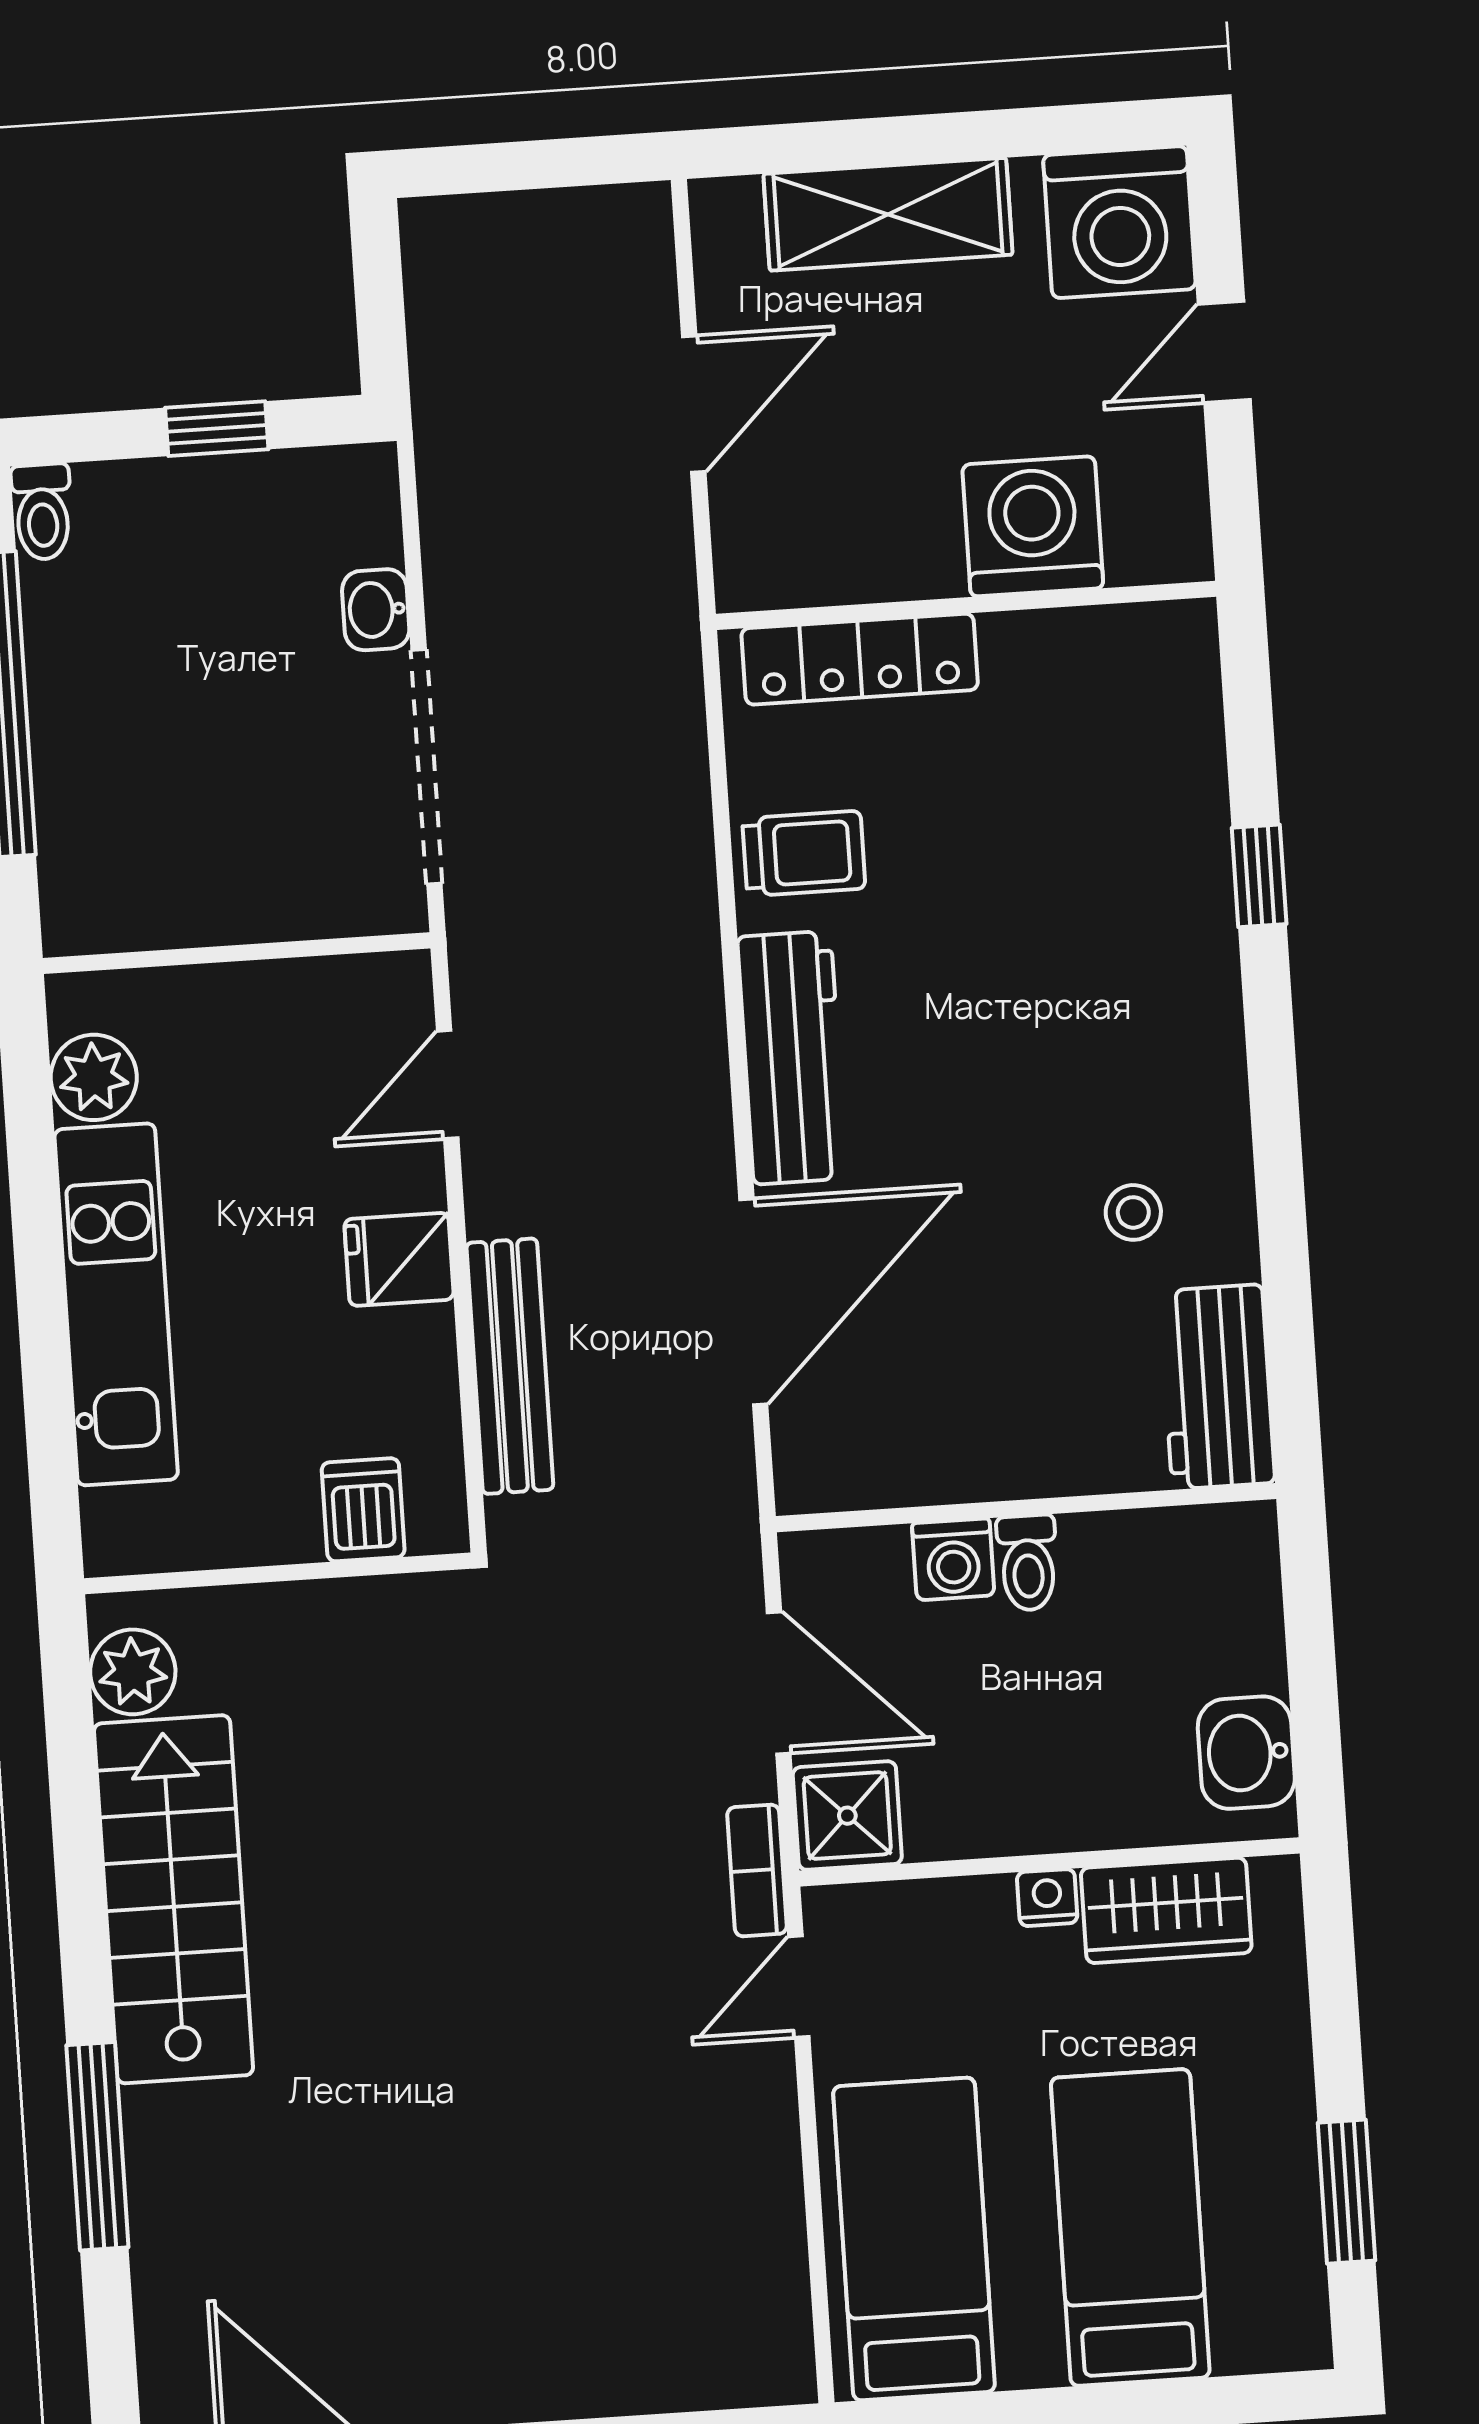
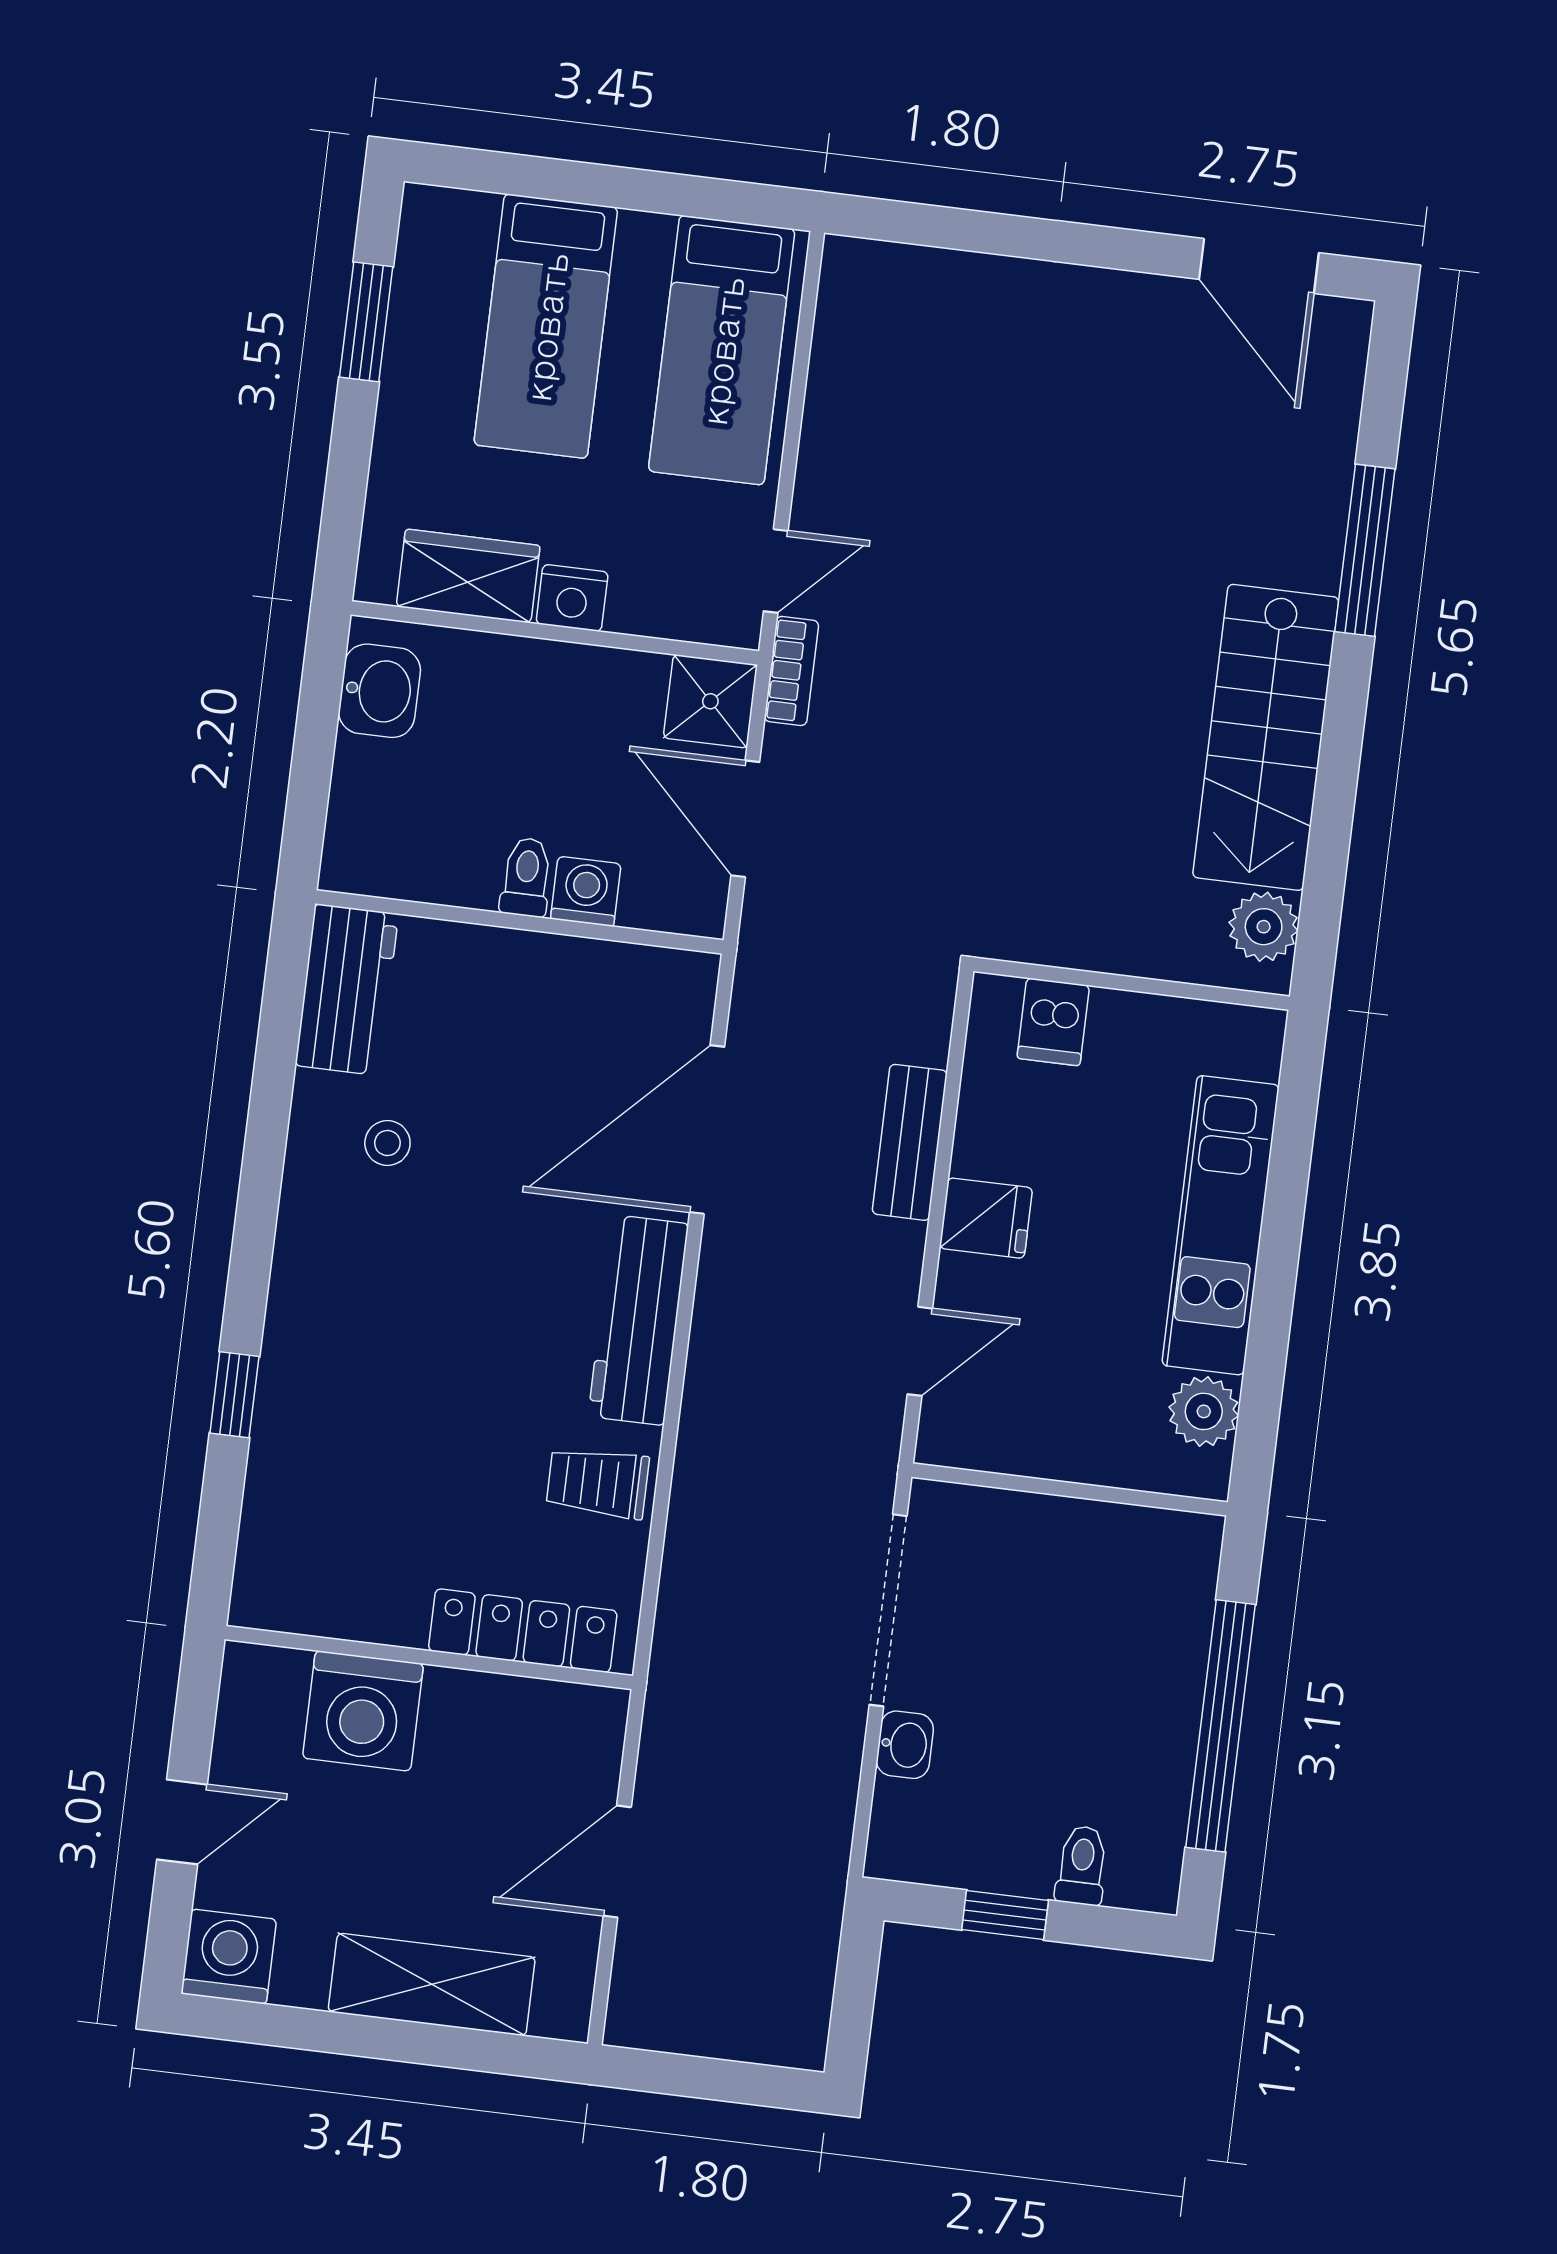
washing machine: (1119, 222) -> (229, 1956), width x0.73, depth x0.73
toilet: (42, 512) -> (1082, 1865), moved
bench: (510, 1366) -> (910, 1142), width x0.73
nightstand: (1047, 1898) -> (572, 598), width x1.39, depth x1.35

